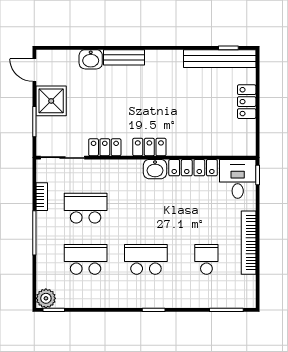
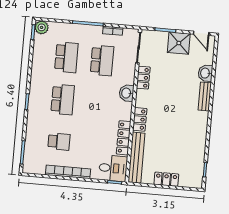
bench: (220, 59) -> (137, 158), moved
door: (34, 70) -> (201, 33), swing flipped
locker: (149, 147) -> (140, 119), moved
washbasin: (155, 169) -> (127, 93), moved

